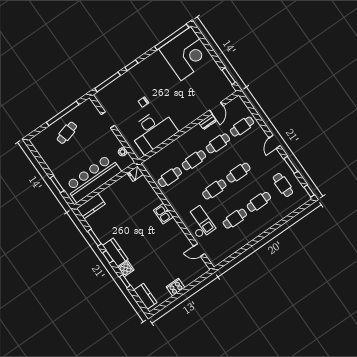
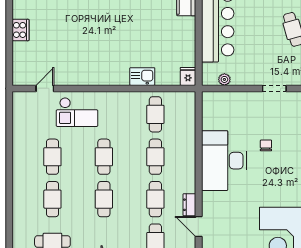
desk: (153, 131) -> (224, 161), moved
kitchen sink: (163, 214) -> (142, 77), moved

